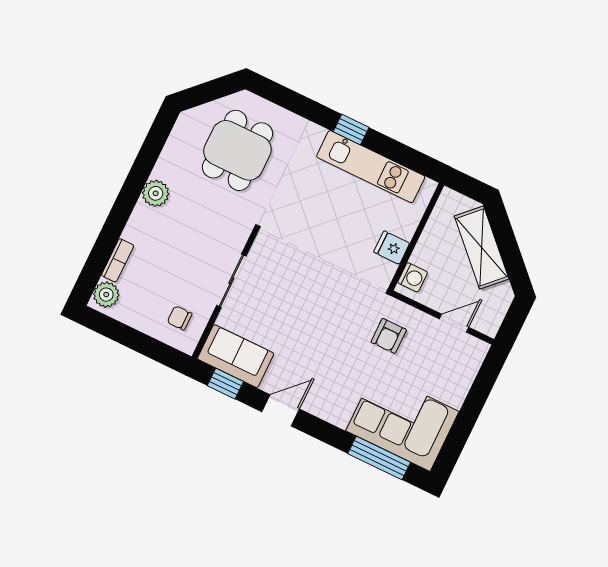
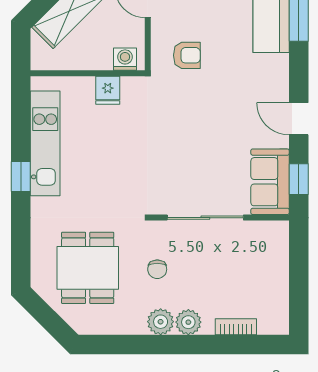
dining table: (237, 150) -> (88, 268), turned 90
sliding door: (231, 281) -> (205, 218), width x1.37
plant: (106, 295) -> (188, 322), moved
chair: (180, 318) -> (157, 269), moved

